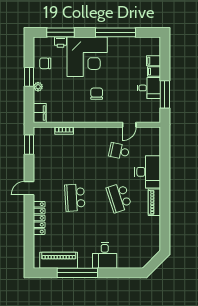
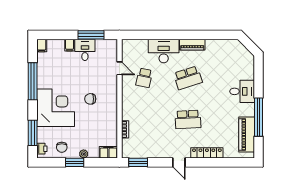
printer: (61, 42) -> (42, 149), moved
filing cabinet: (154, 61) -> (42, 45), moved

